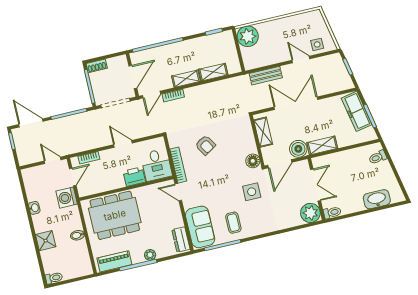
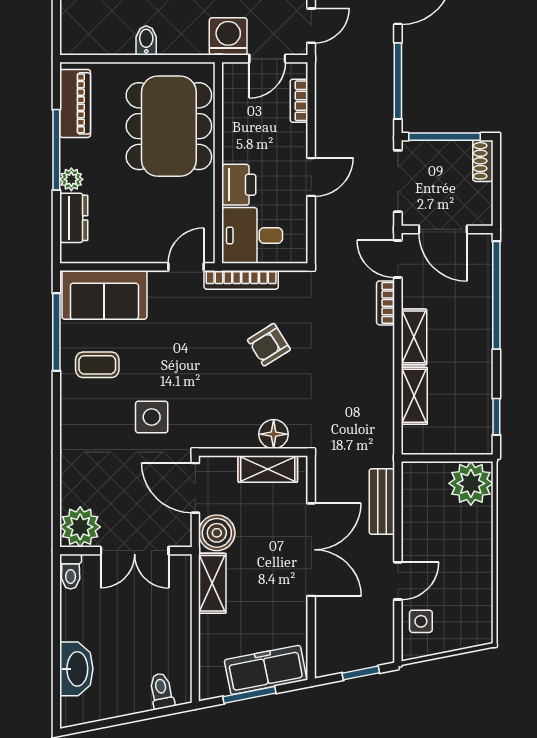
floor lamp: (253, 161) -> (274, 434), moved
door: (73, 177) -> (267, 59), hinge flipped
dresser: (181, 240) -> (74, 218), moved, turned 90

